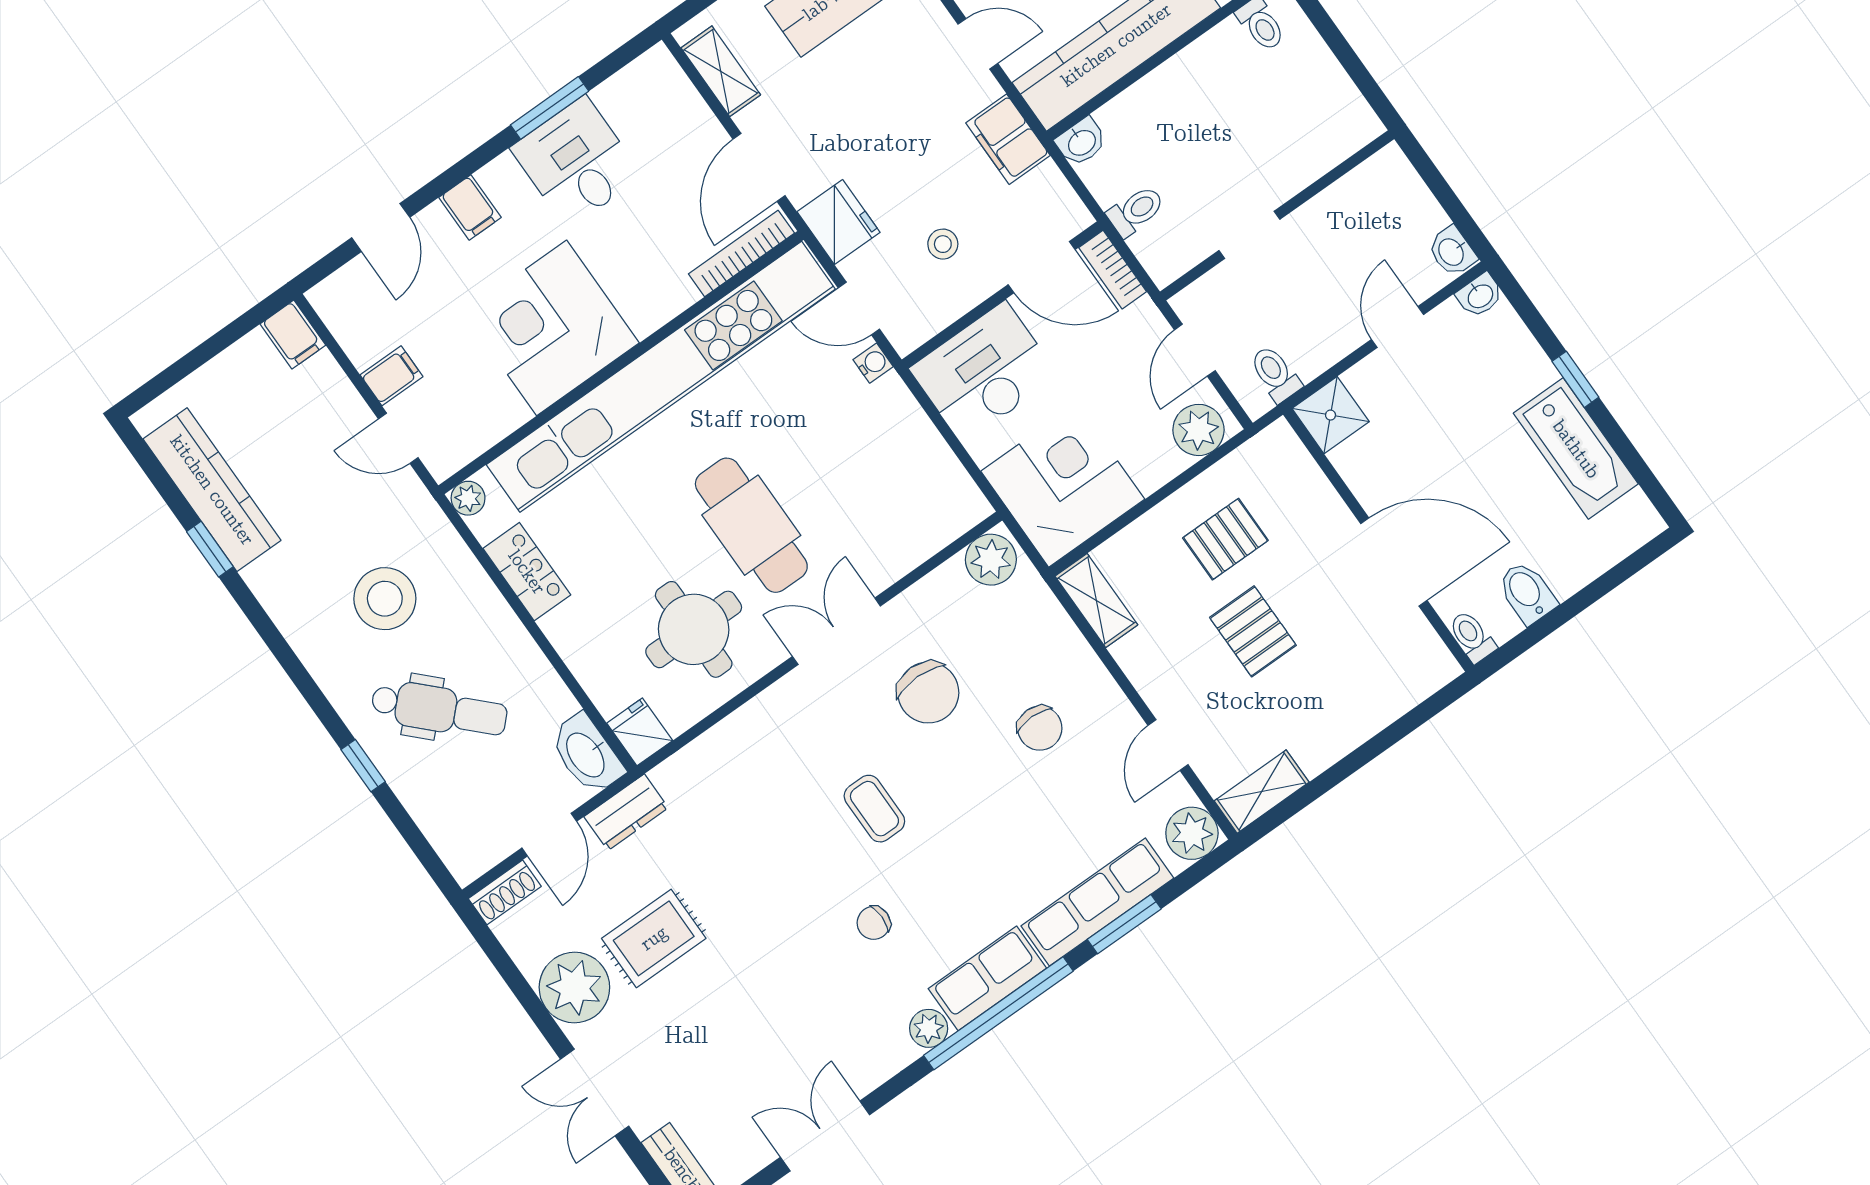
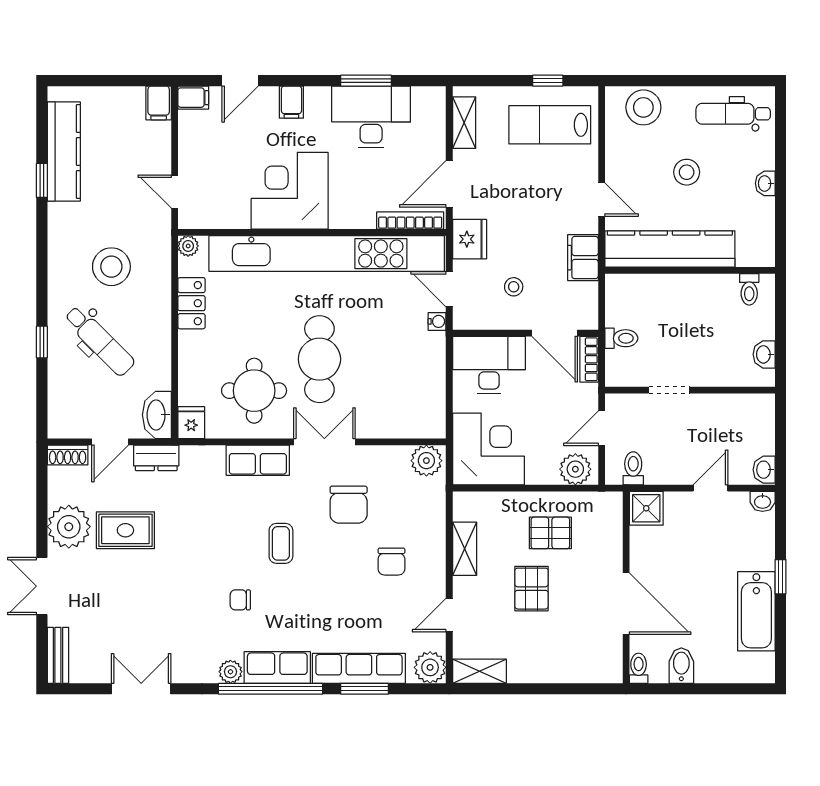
washbasin: (1081, 142) -> (764, 354), moved, turned 90
desk: (576, 162) -> (371, 117), width x1.37
filing cabinet: (392, 376) -> (193, 98), moved
shelving: (1096, 600) -> (465, 549), moved
row of seats: (765, 719) -> (258, 460), added

